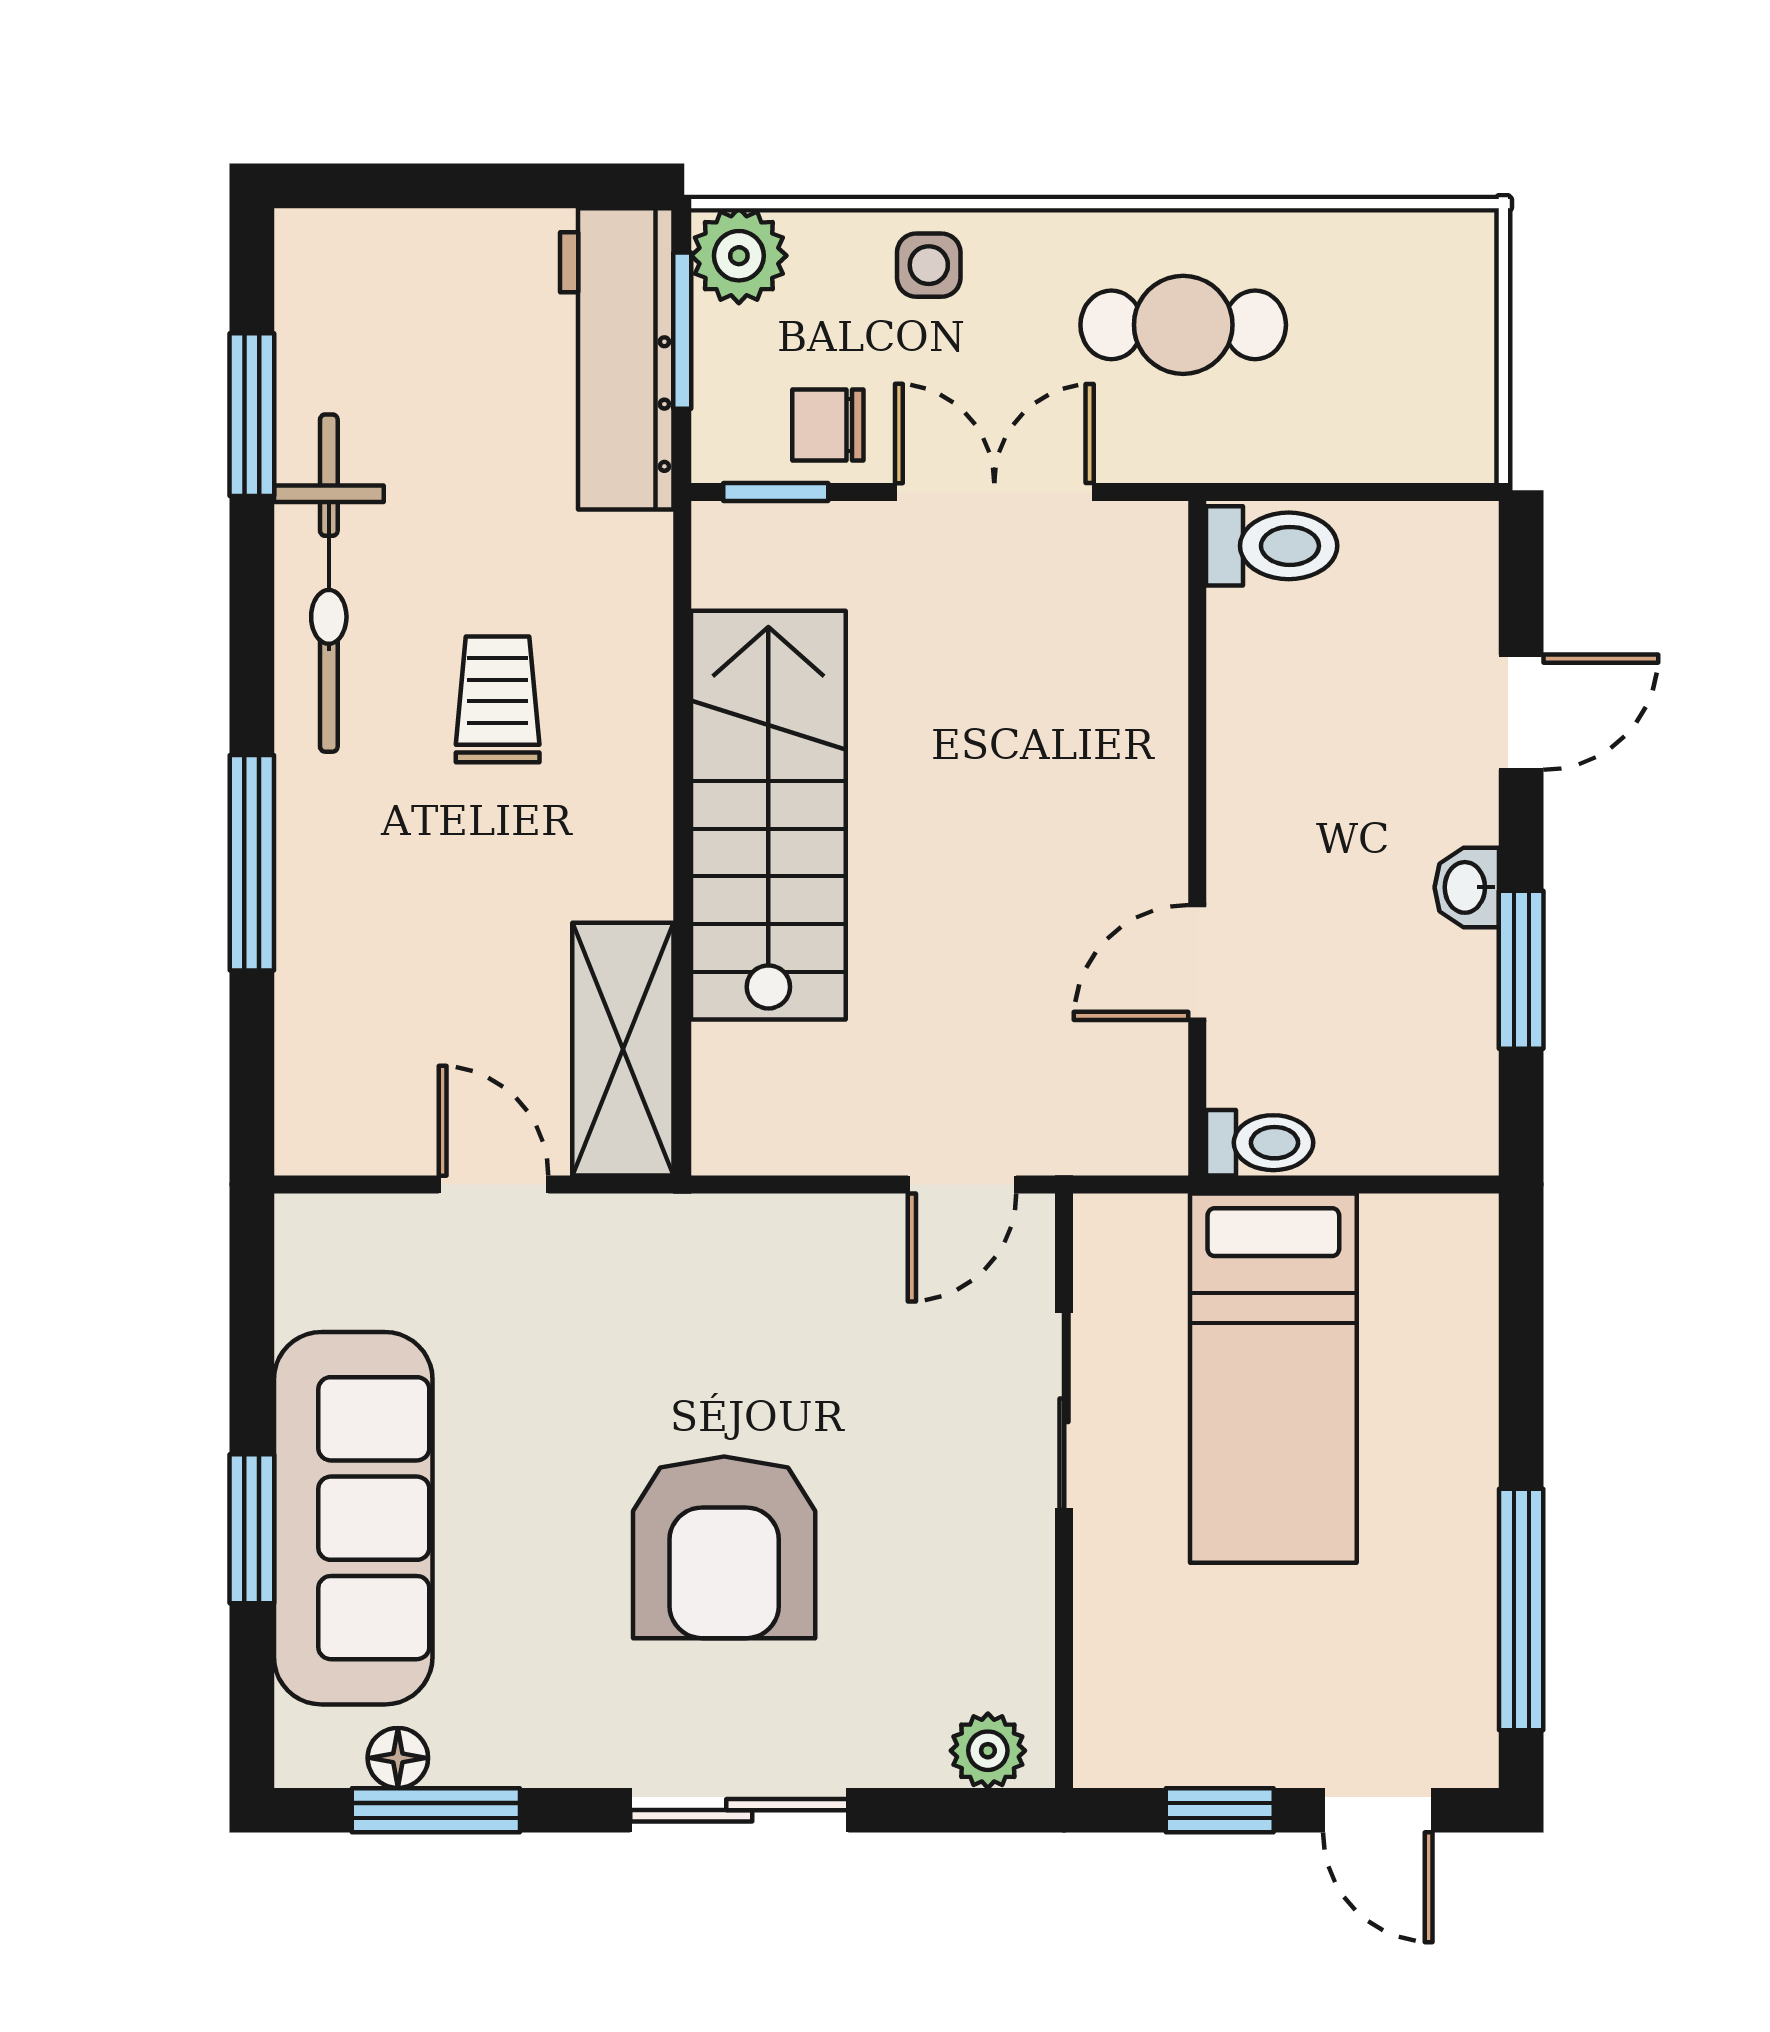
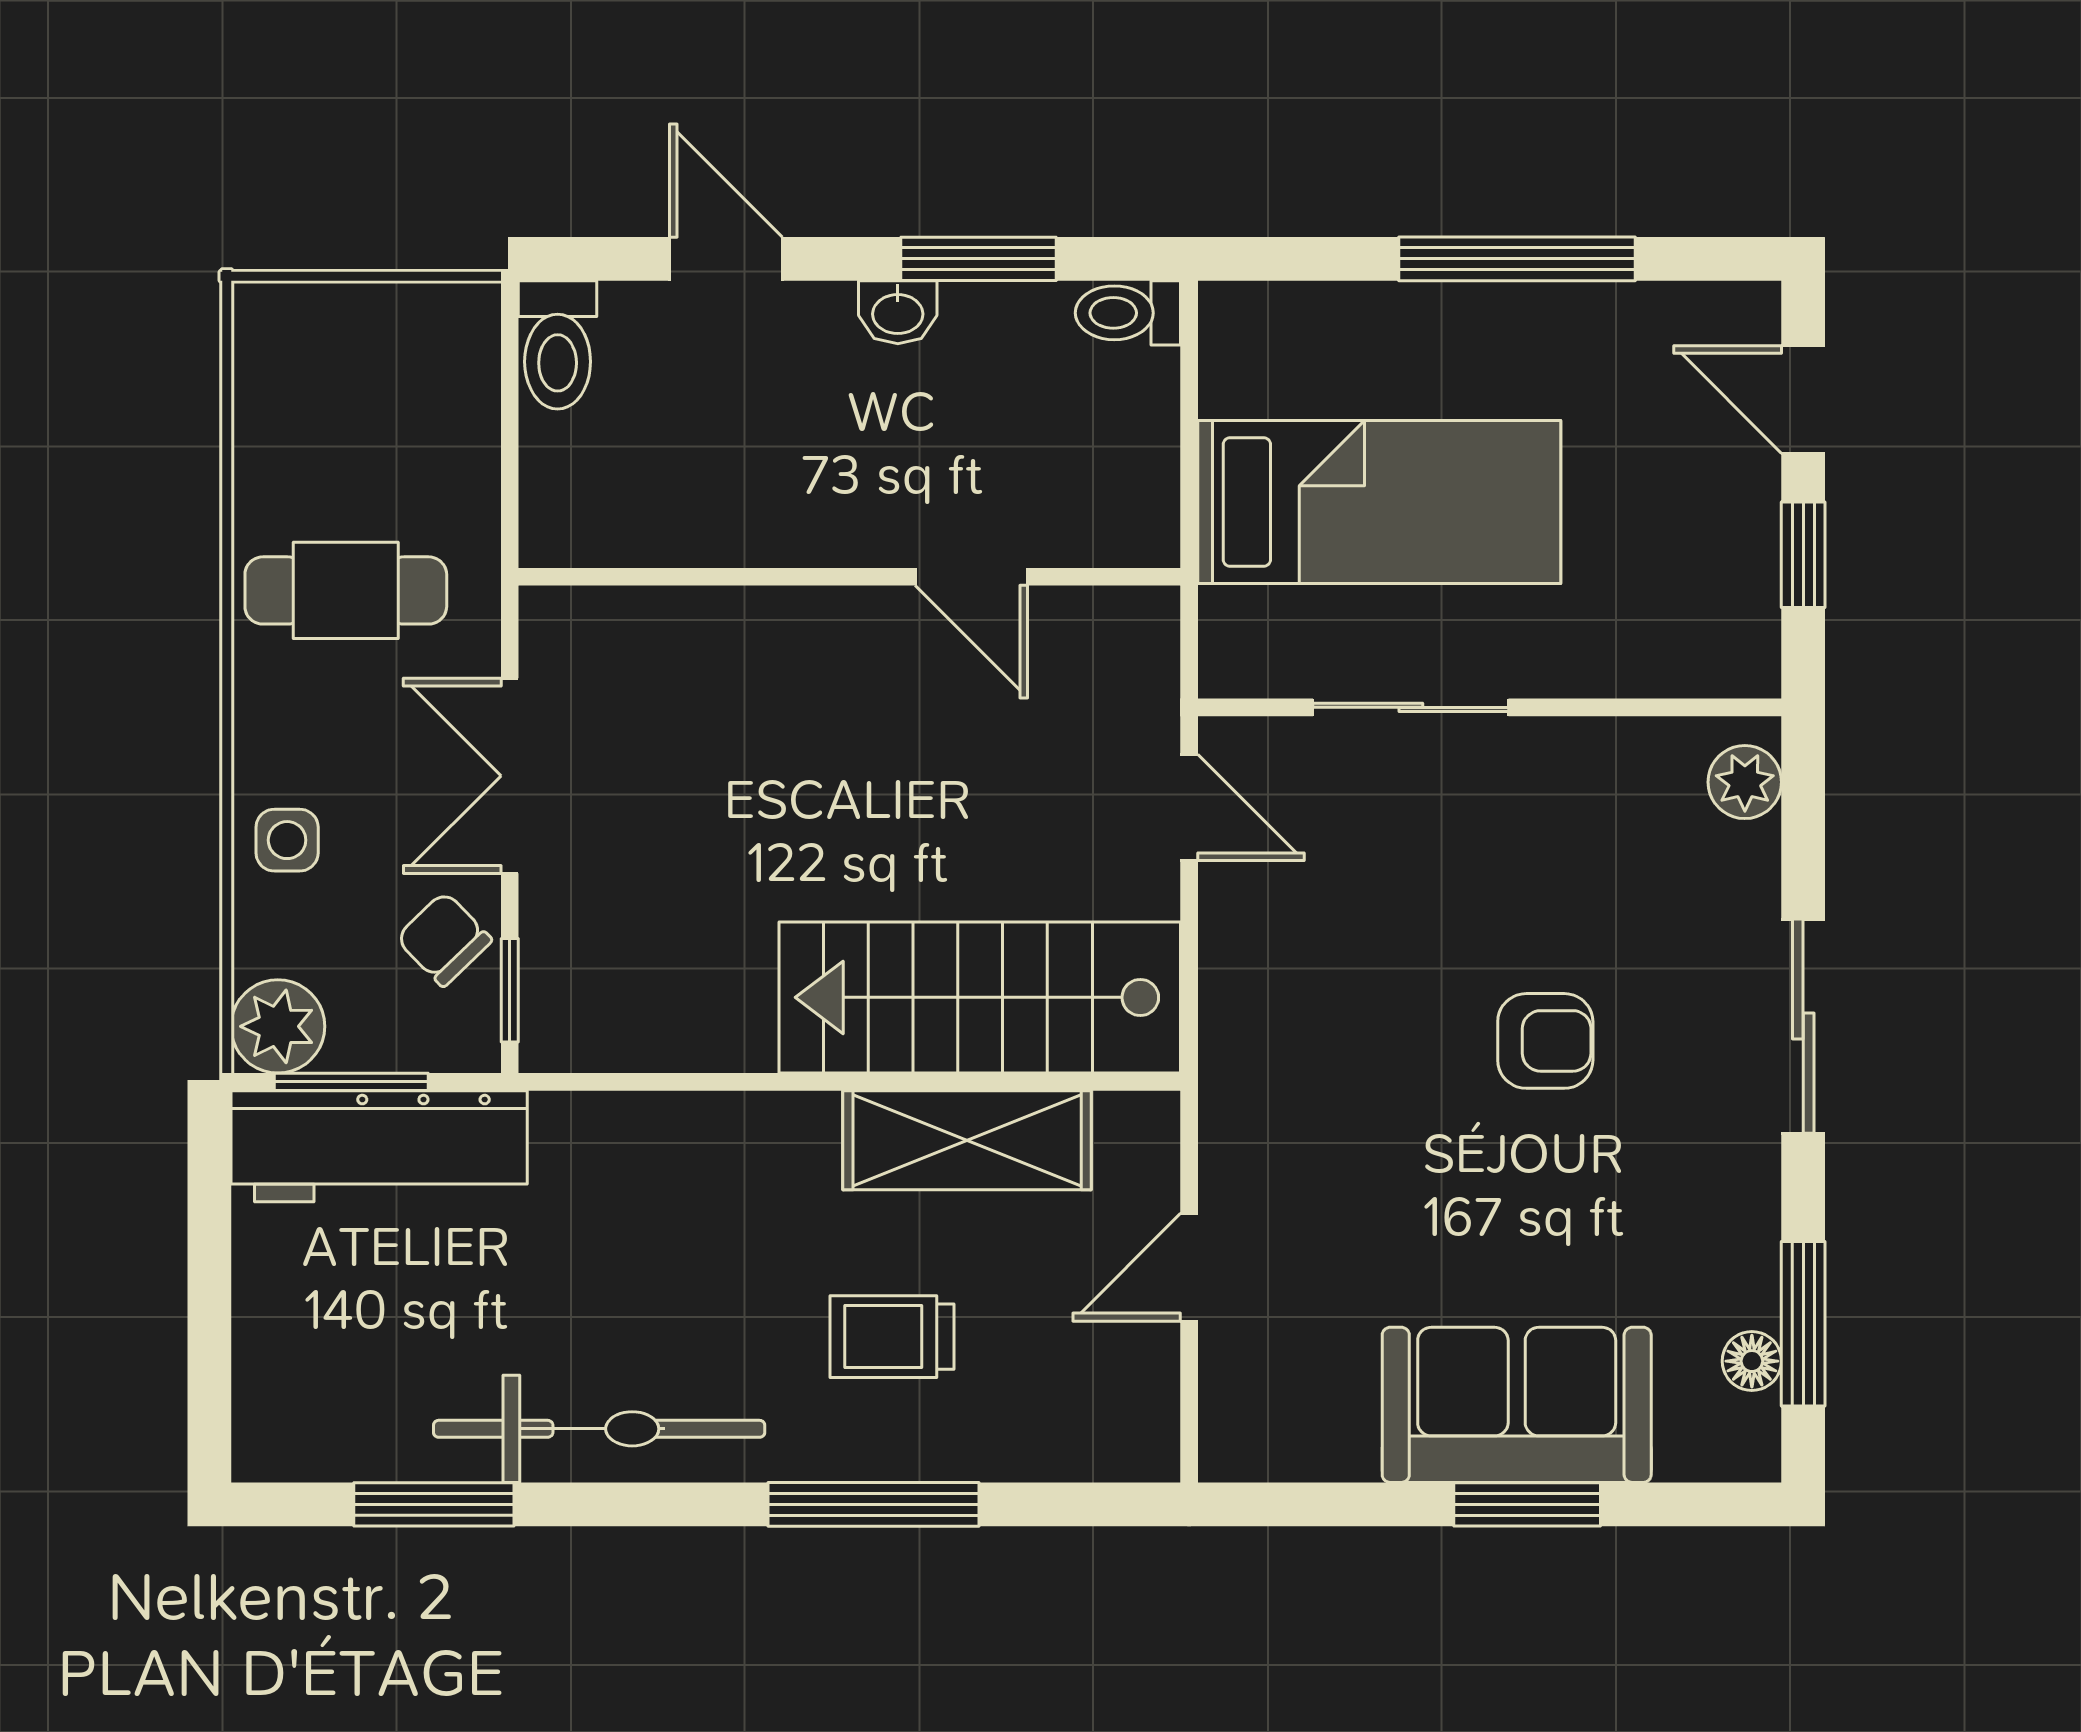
cafe table: (1183, 325) -> (346, 590), turned 90
chair: (828, 425) -> (444, 939), turned 136
toilet: (1272, 546) -> (558, 345), moved, turned 180
trolley: (498, 699) -> (892, 1337), moved
stairs: (768, 815) -> (980, 997), moved
shelving: (623, 1049) -> (967, 1140), moved
toilet: (1260, 1143) -> (1128, 313), moved, turned -90
sofa: (353, 1518) -> (1517, 1405), width x0.73
armchair: (724, 1547) -> (1545, 1041), width x0.53, depth x0.53
window: (1521, 1610) -> (1517, 259), moved
door: (1378, 1810) -> (1803, 399), swing flipped

